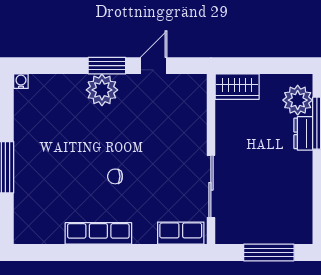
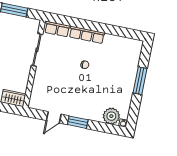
plant: (102, 90) -> (111, 116), moved
row of seats: (98, 233) -> (87, 35), moved

